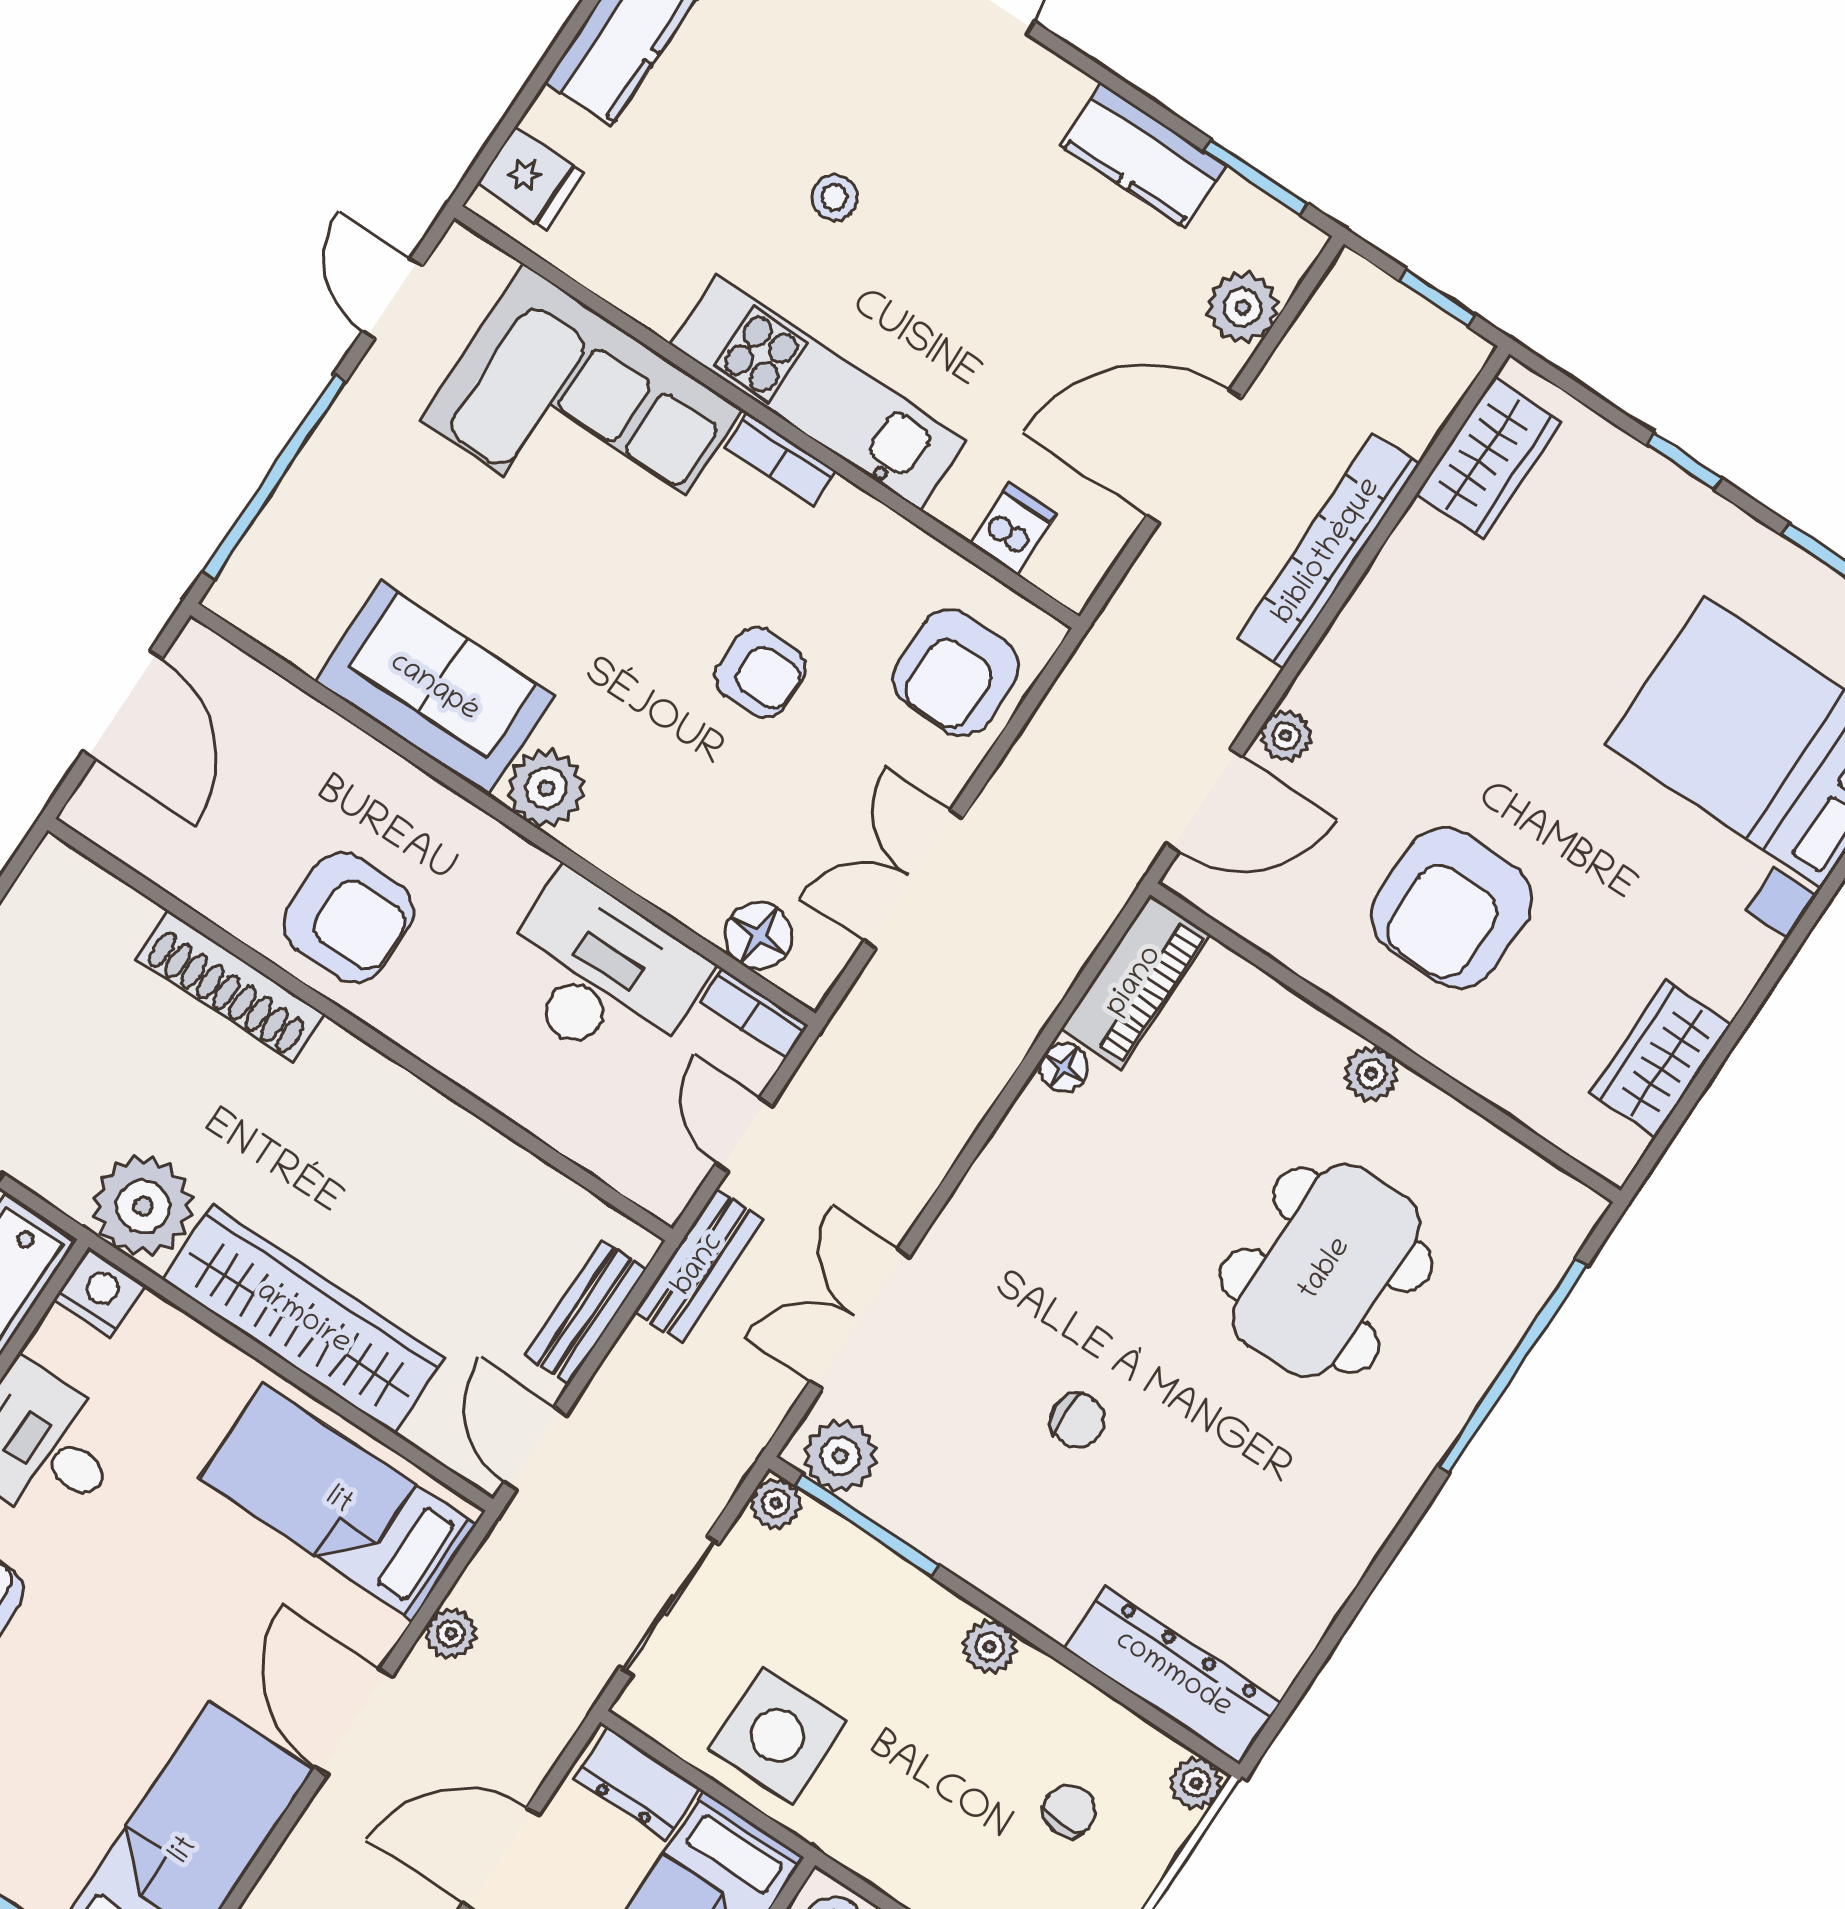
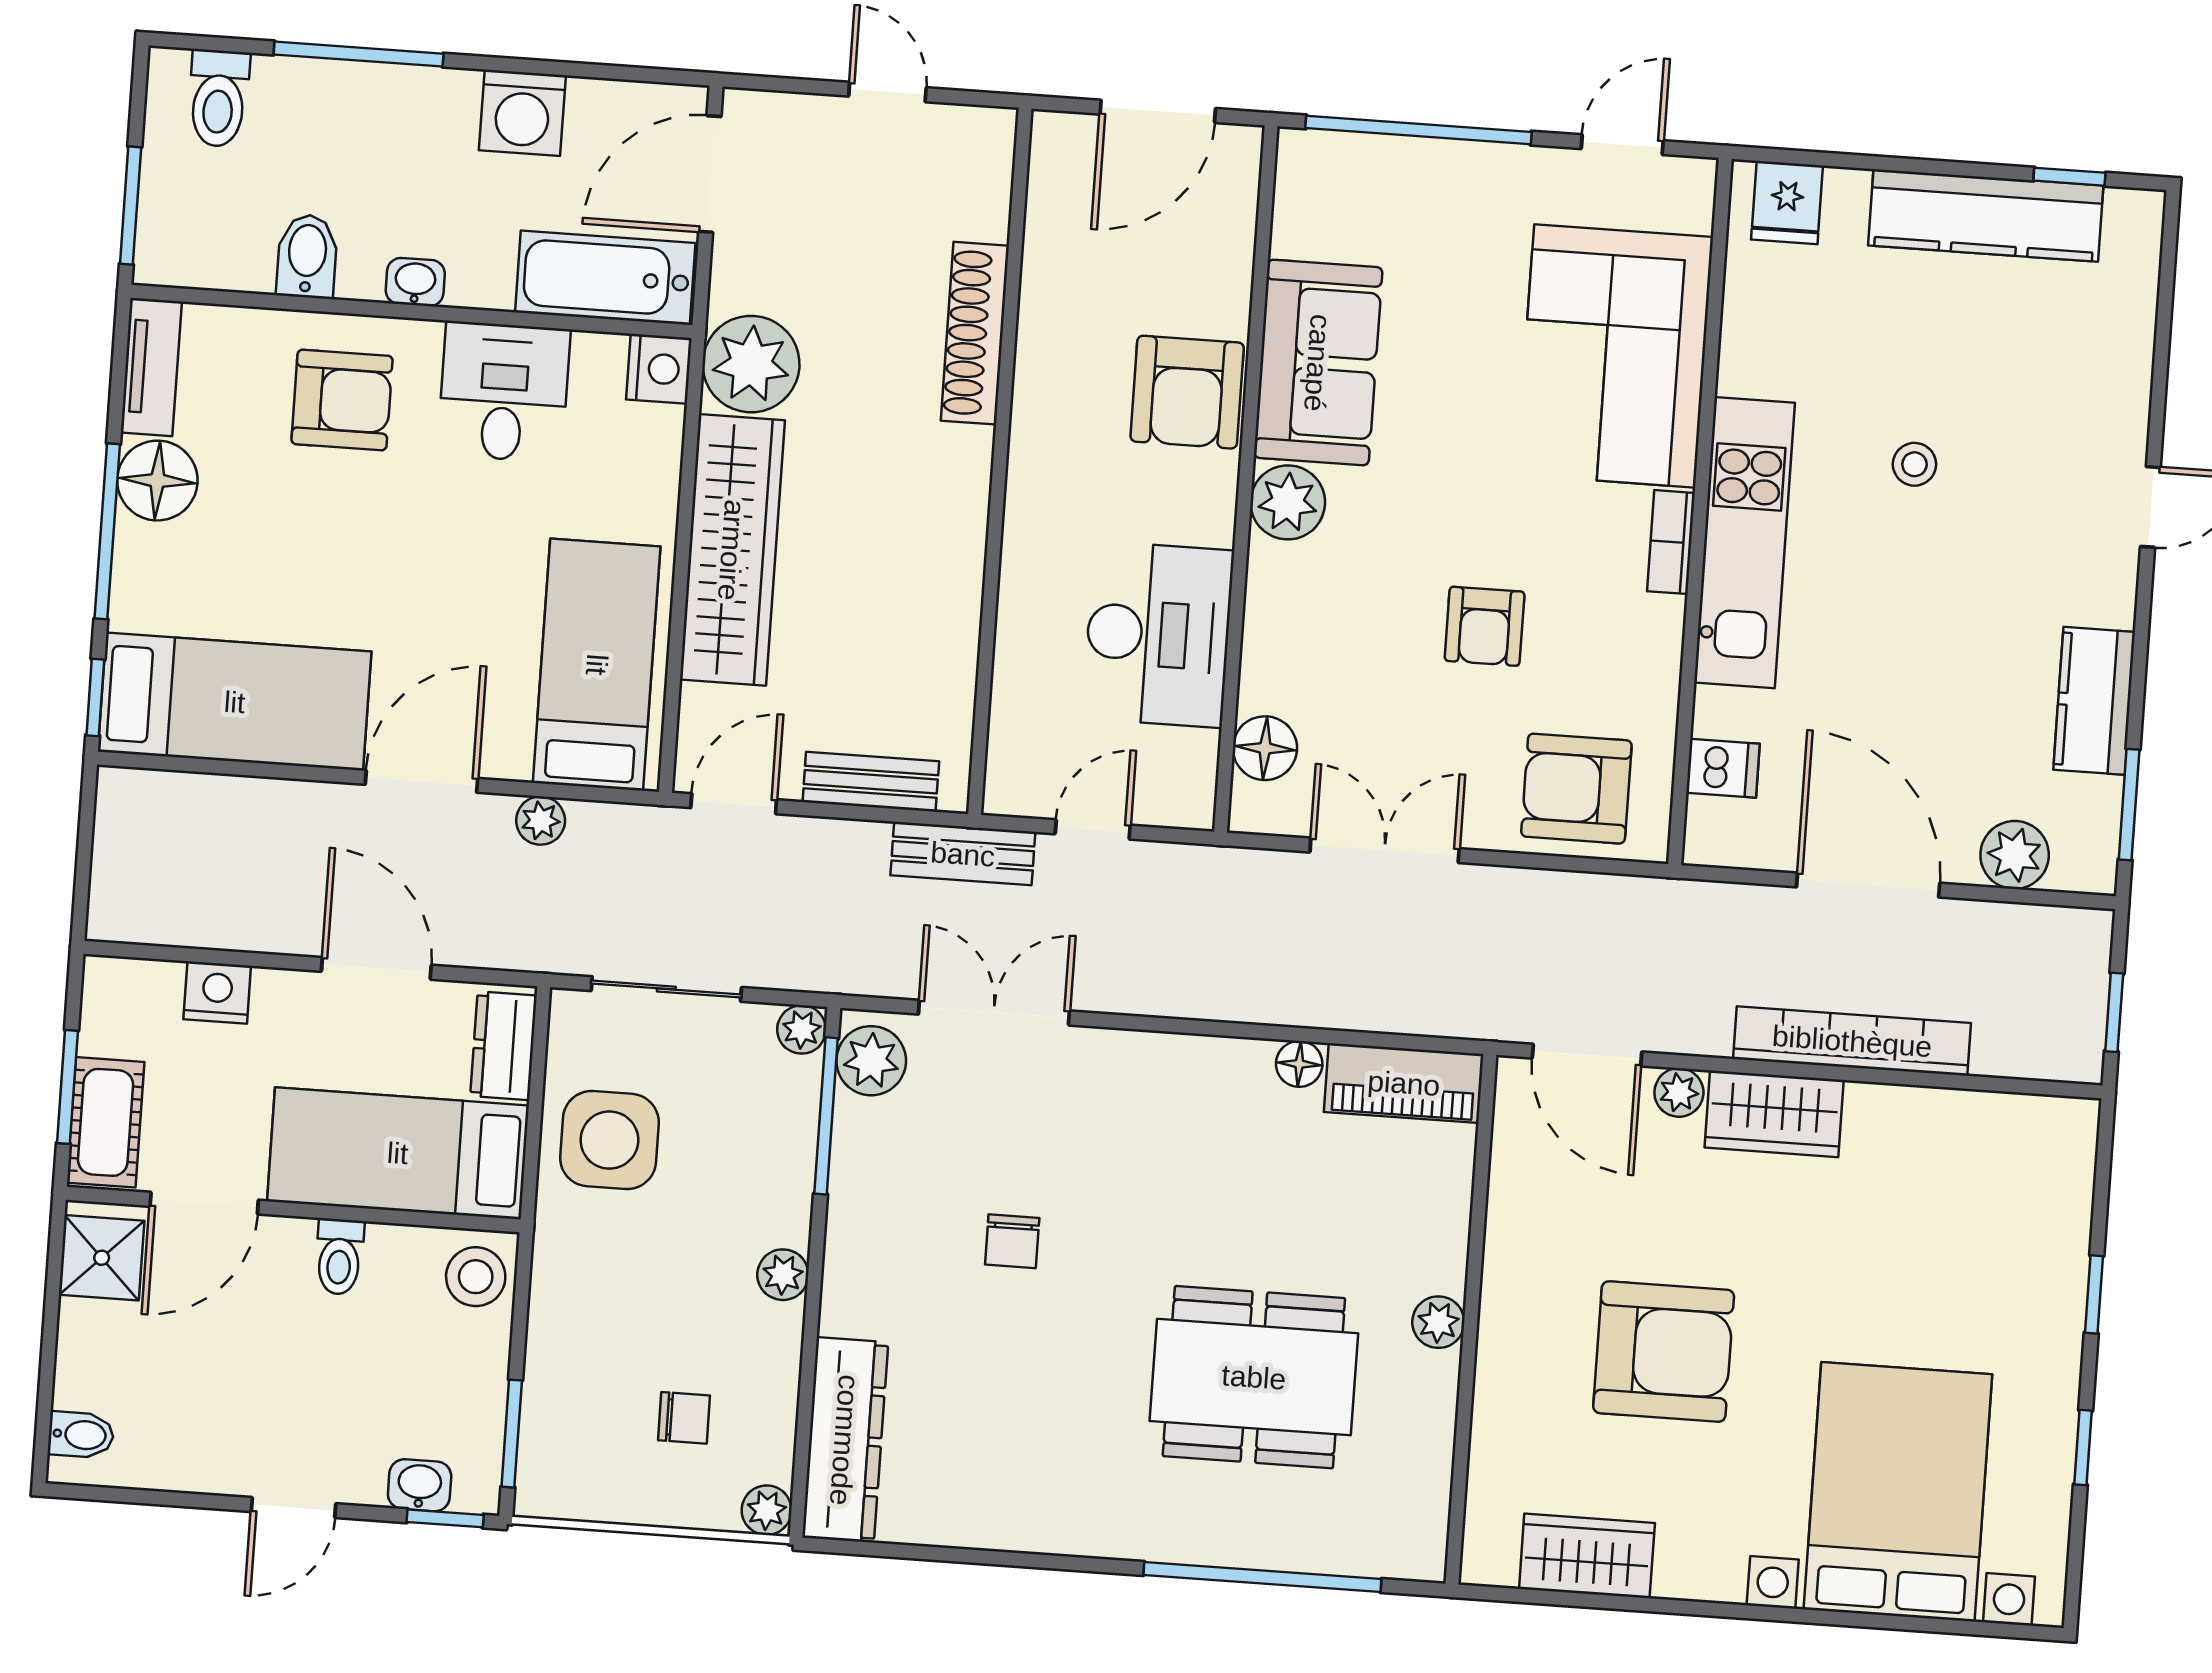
wardrobe: (1488, 458) -> (1774, 1114), moved
armchair: (1451, 908) -> (1664, 1352), moved, turned 180
armchair: (349, 918) -> (1187, 392), moved
bookcase: (754, 1014) -> (1198, 781), removed

